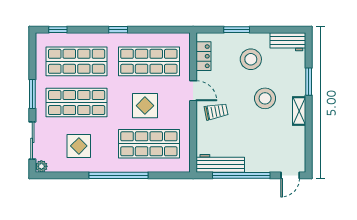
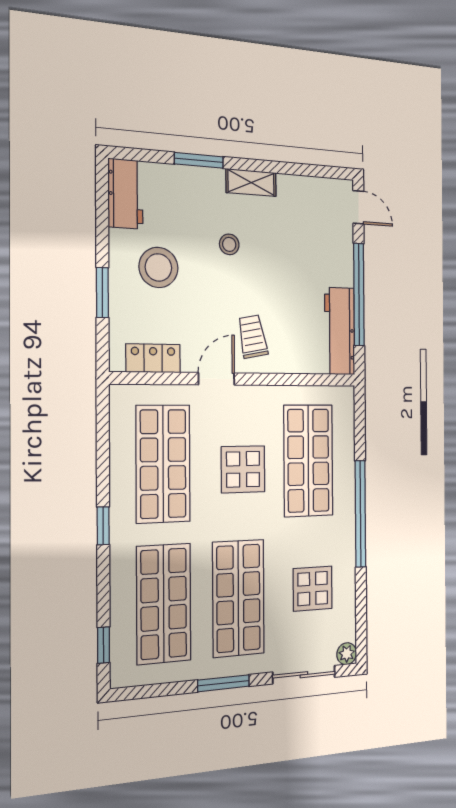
stool: (265, 98) -> (229, 244), width x0.53, depth x0.53

